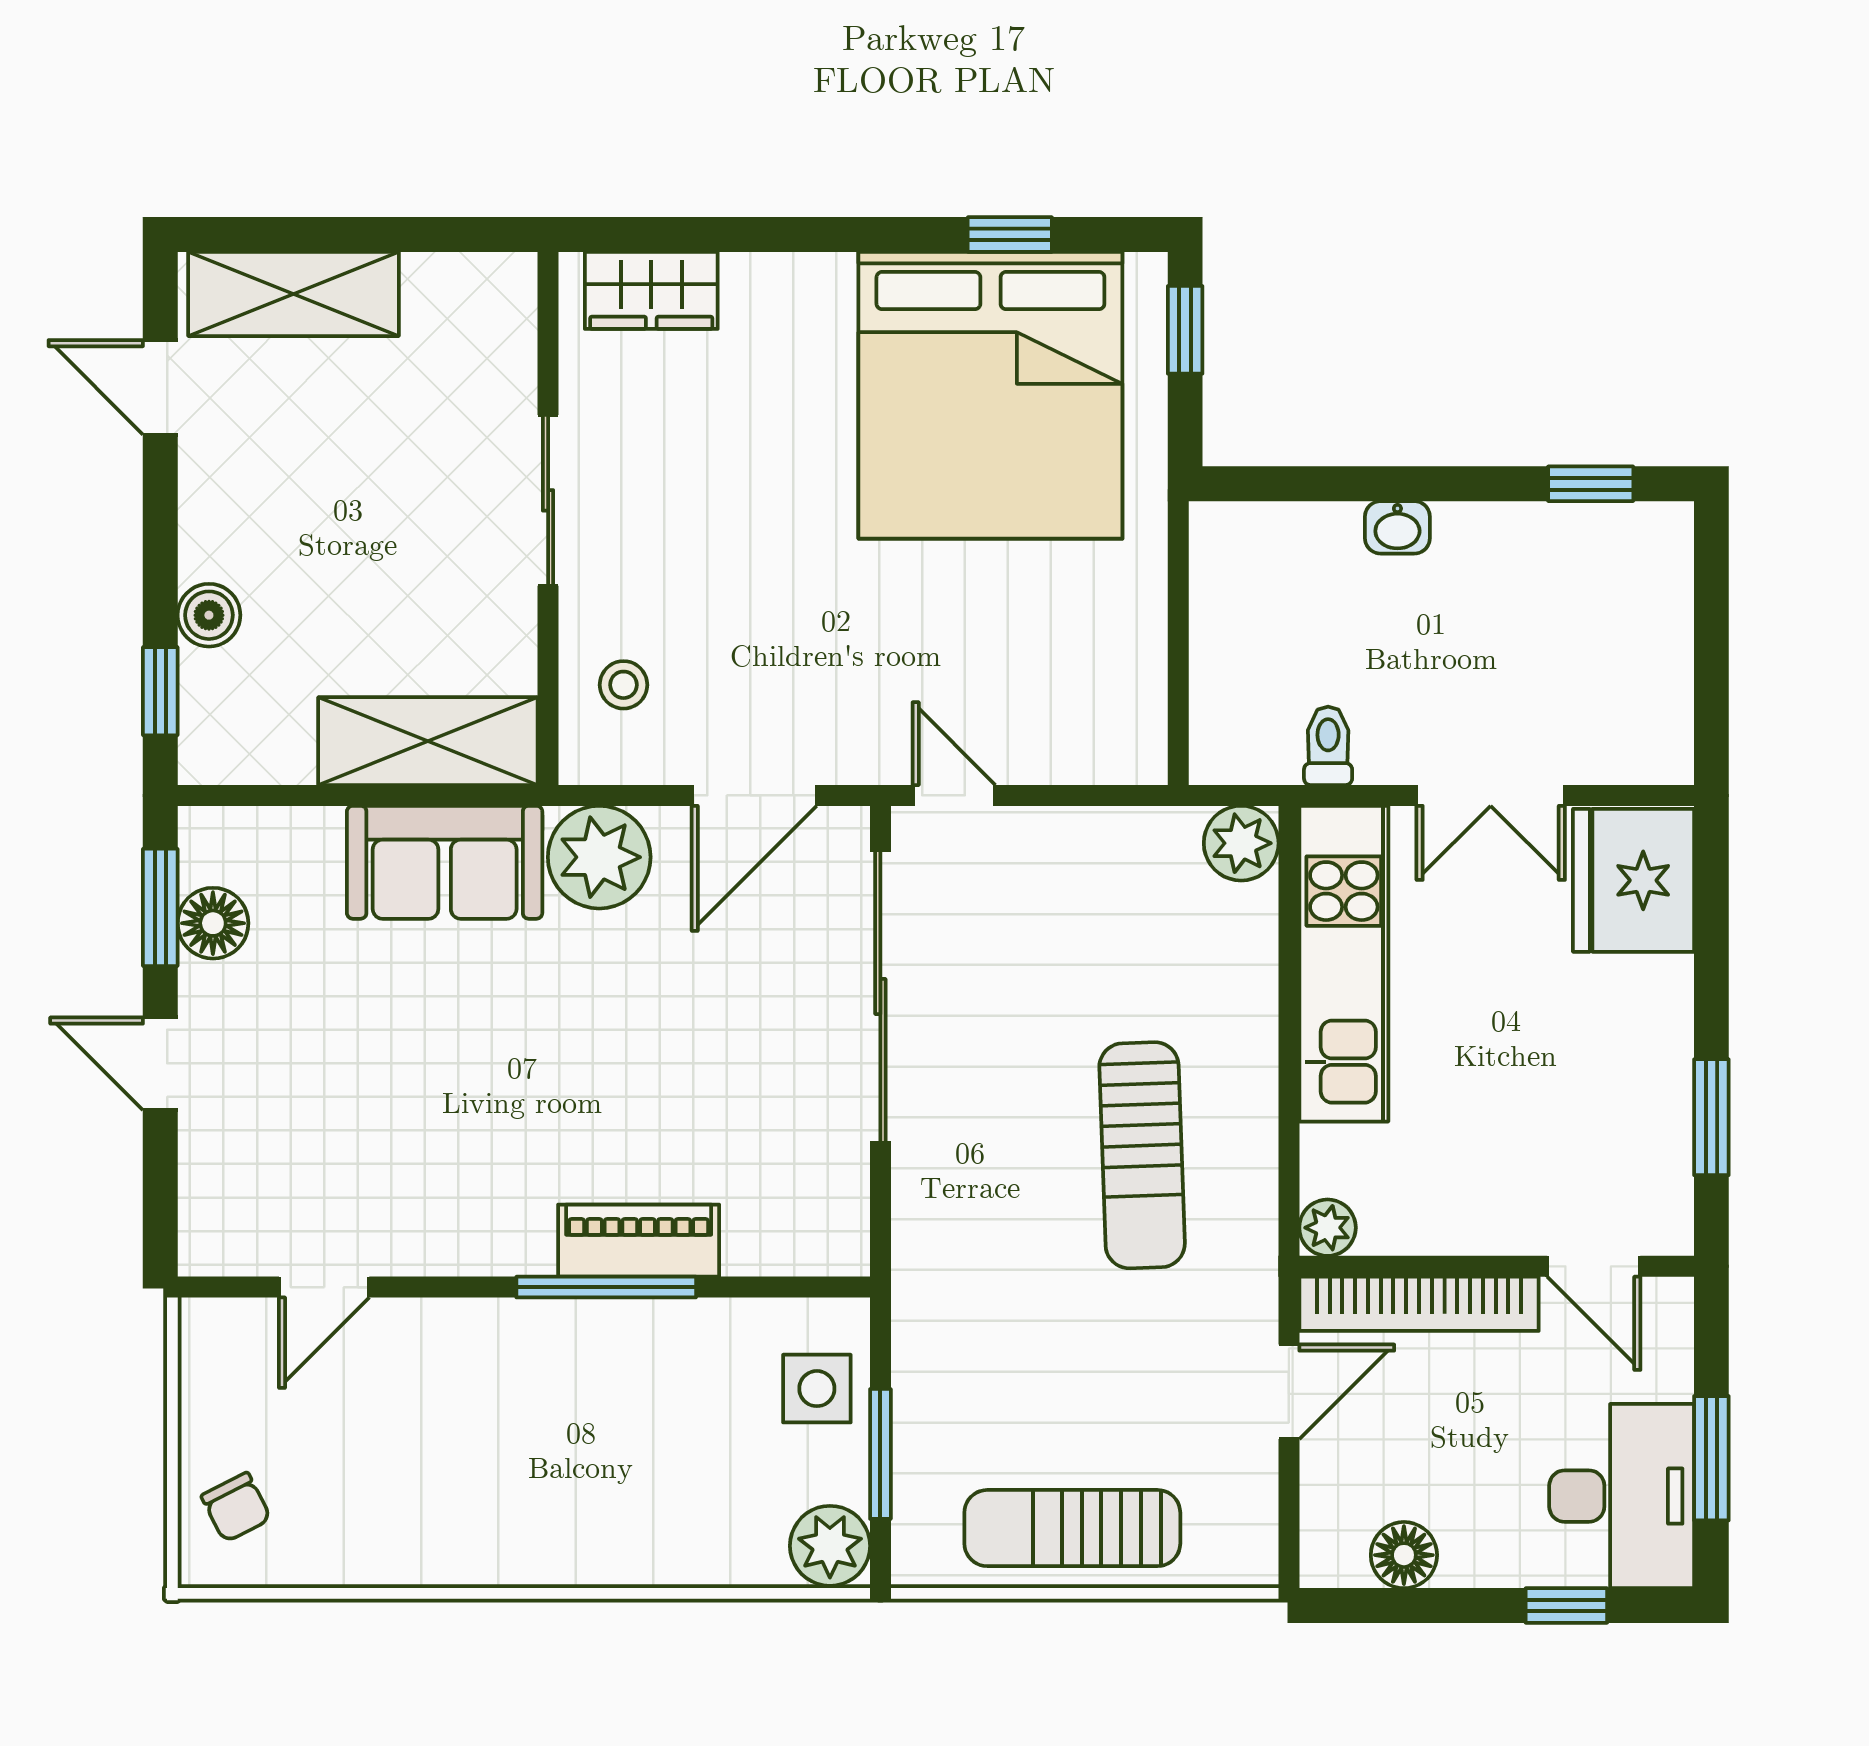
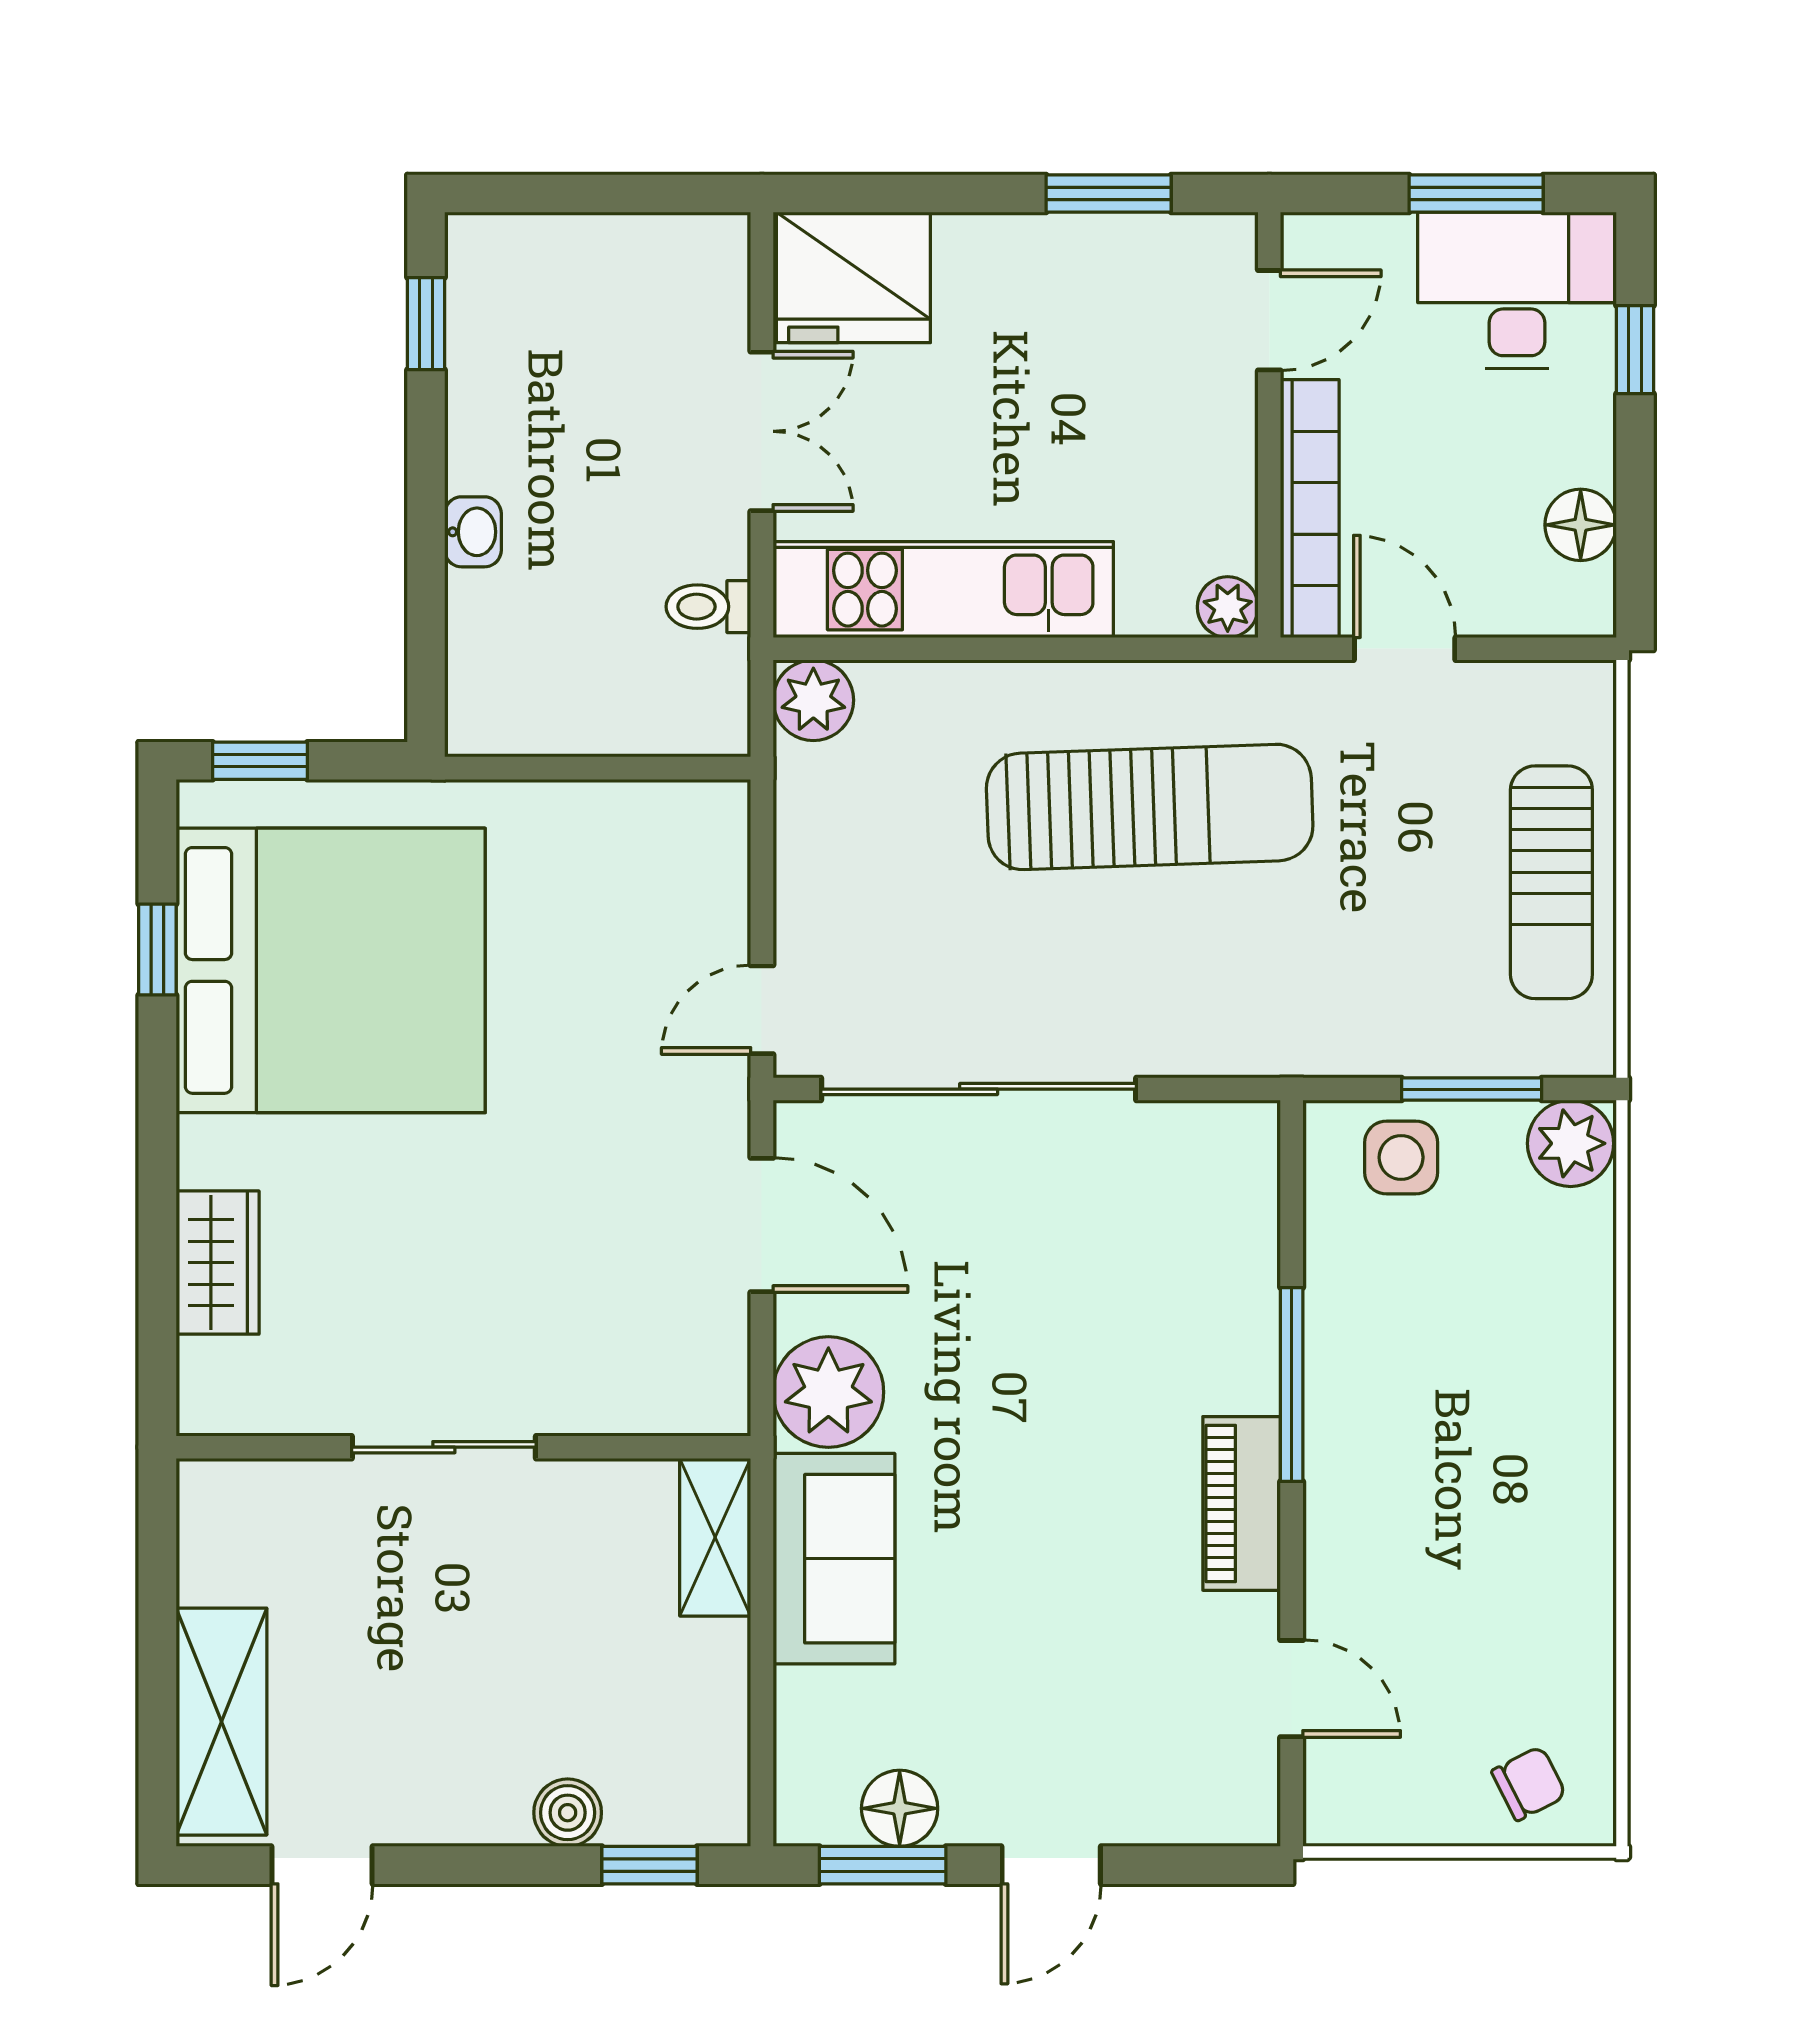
wardrobe: (651, 290) -> (218, 1263), moved
stool: (623, 685) -> (643, 1366), removed
shelving: (428, 741) -> (715, 1537), width x0.67, depth x0.75
sun lounger: (1142, 1155) -> (1150, 807), width x1.36, depth x1.34
piano: (639, 1241) -> (1242, 1503), moved

